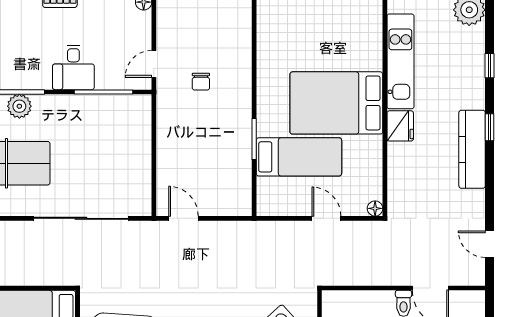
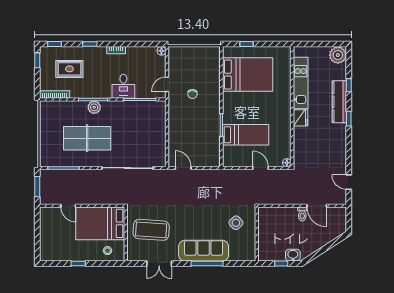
bed: (336, 103) -> (248, 75), moved, turned 180
kitchen counter: (472, 149) -> (339, 102), moved

